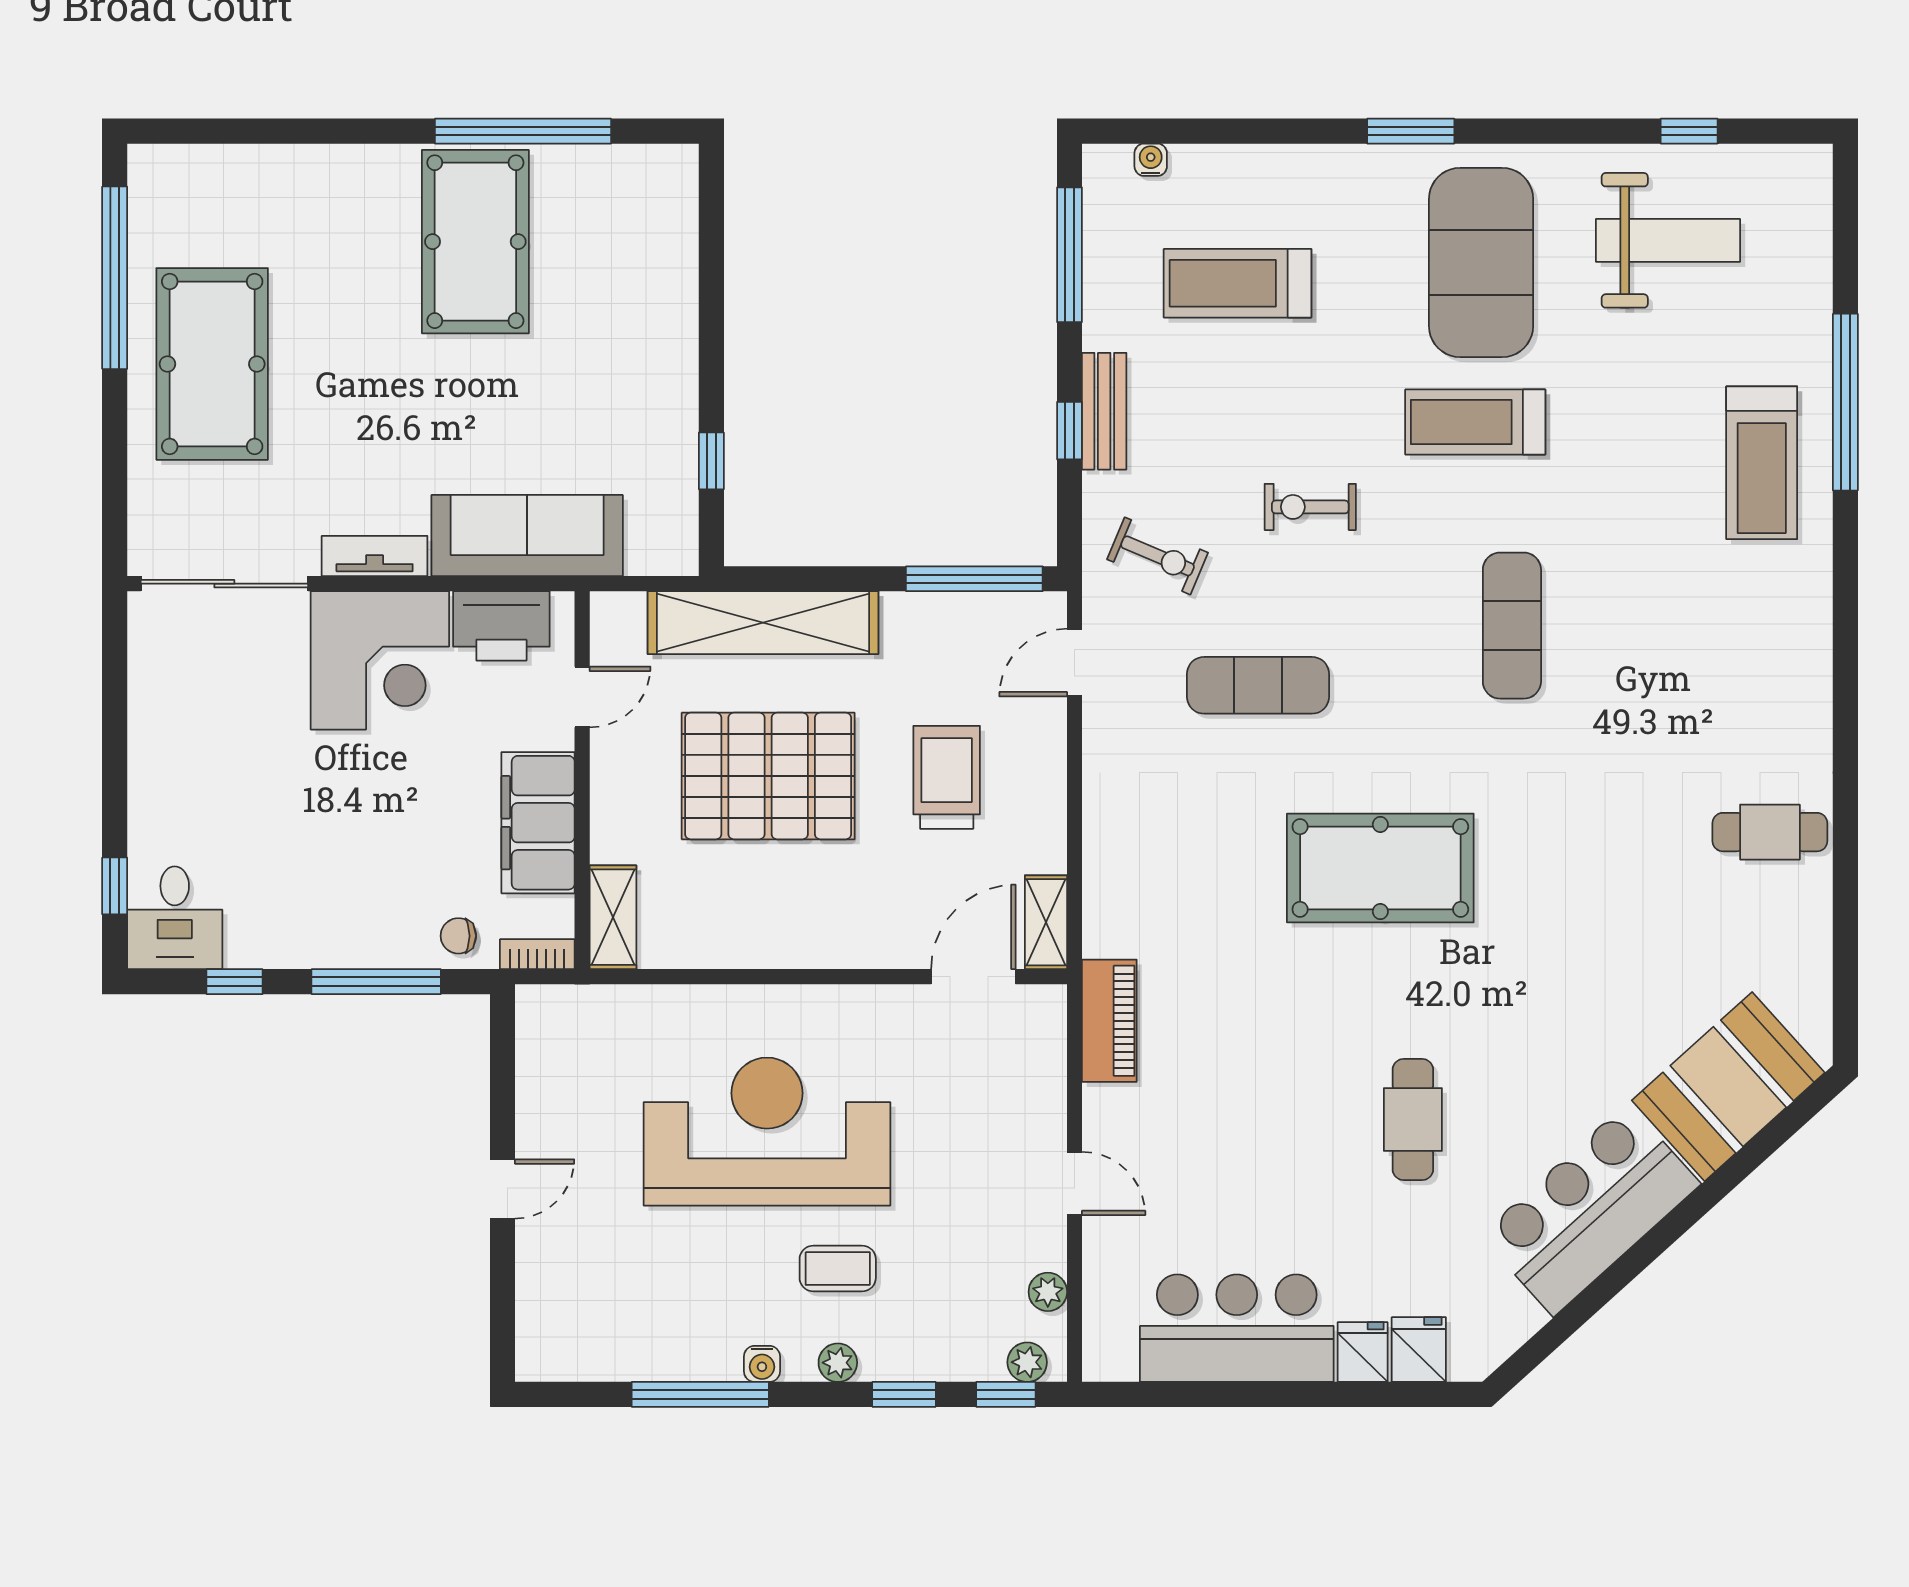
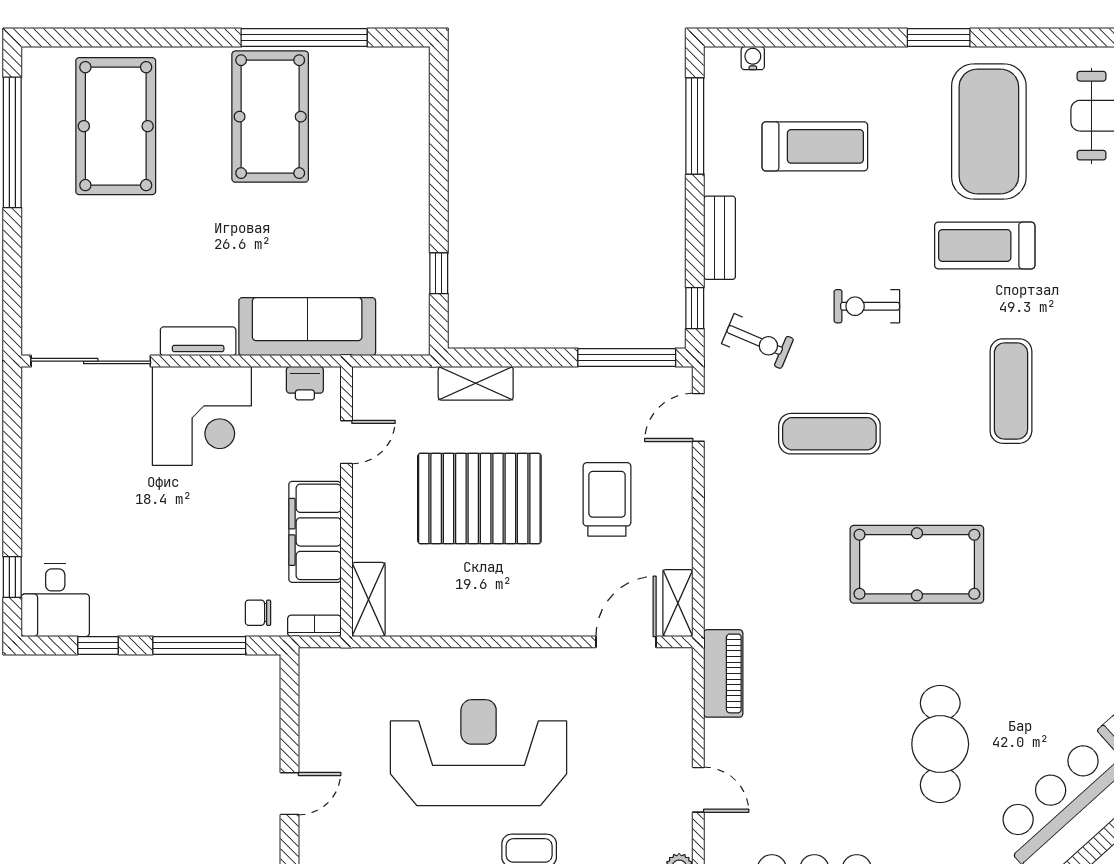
treadmill: (1238, 283) -> (815, 146), turned 180
pool table: (212, 364) -> (116, 126), moved
window: (1070, 431) -> (695, 308), moved
shelving: (763, 623) -> (476, 383), width x0.45, depth x0.75
printer: (501, 626) -> (305, 383), width x0.53, depth x0.68
cafe table: (1413, 1120) -> (940, 744), width x1.37, depth x1.35

